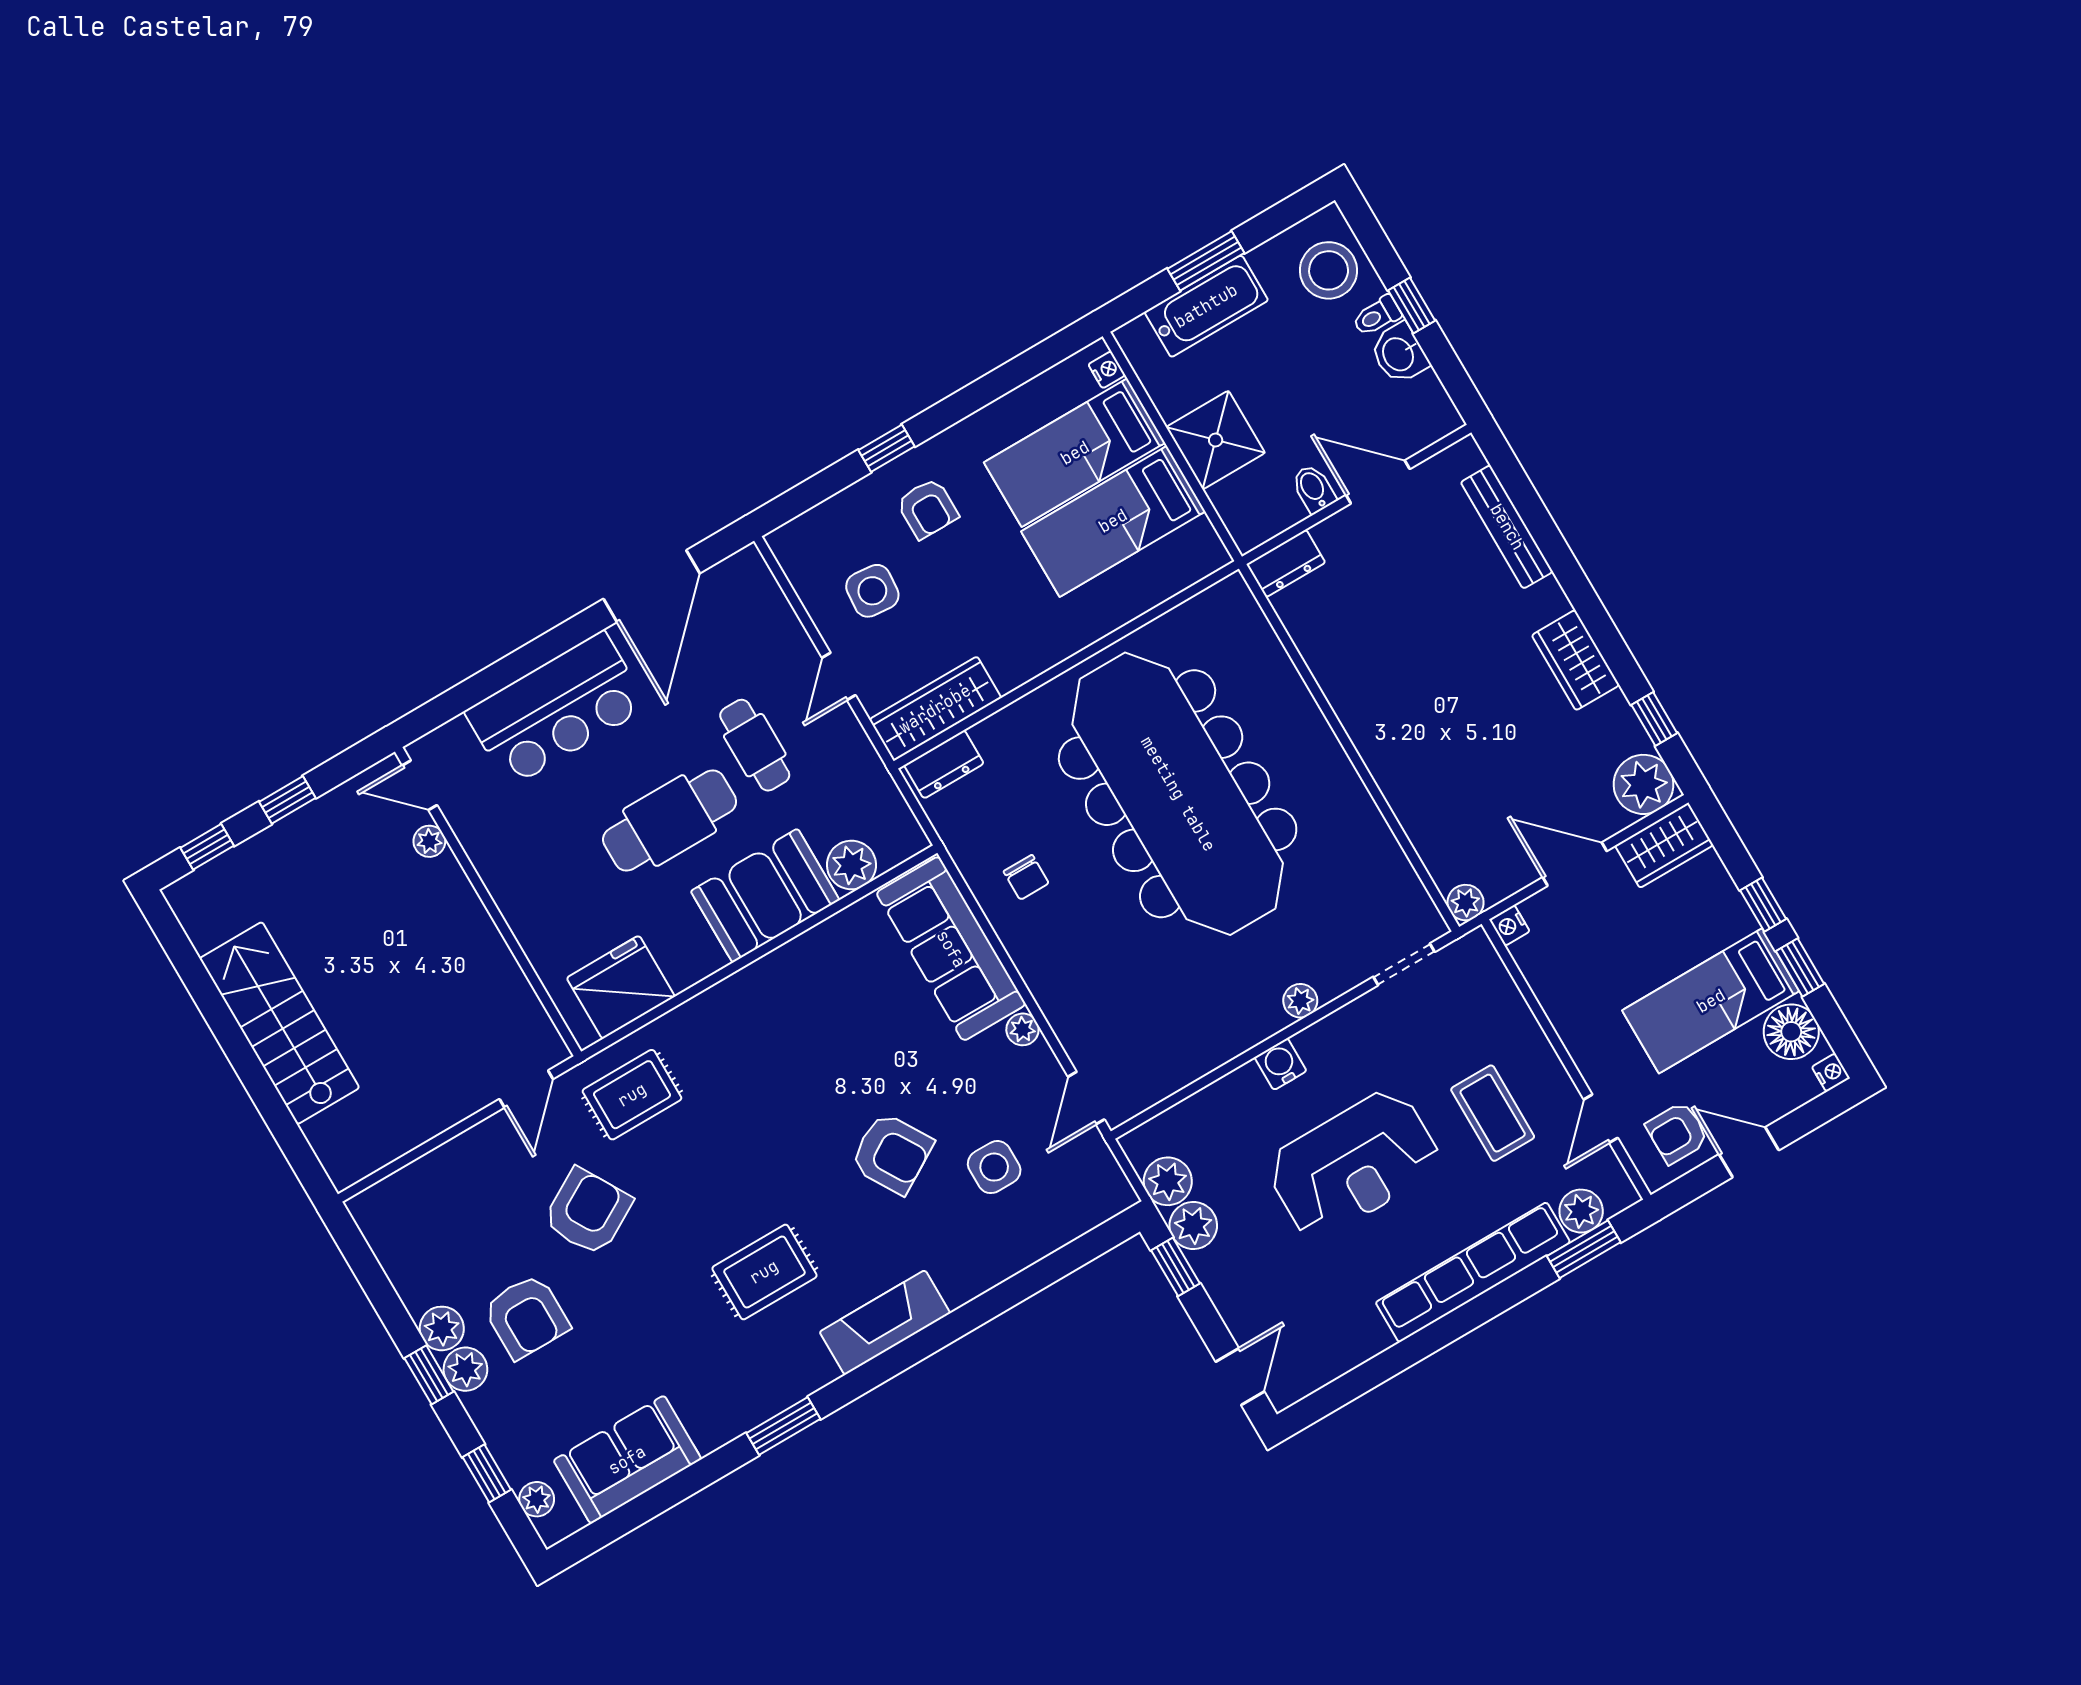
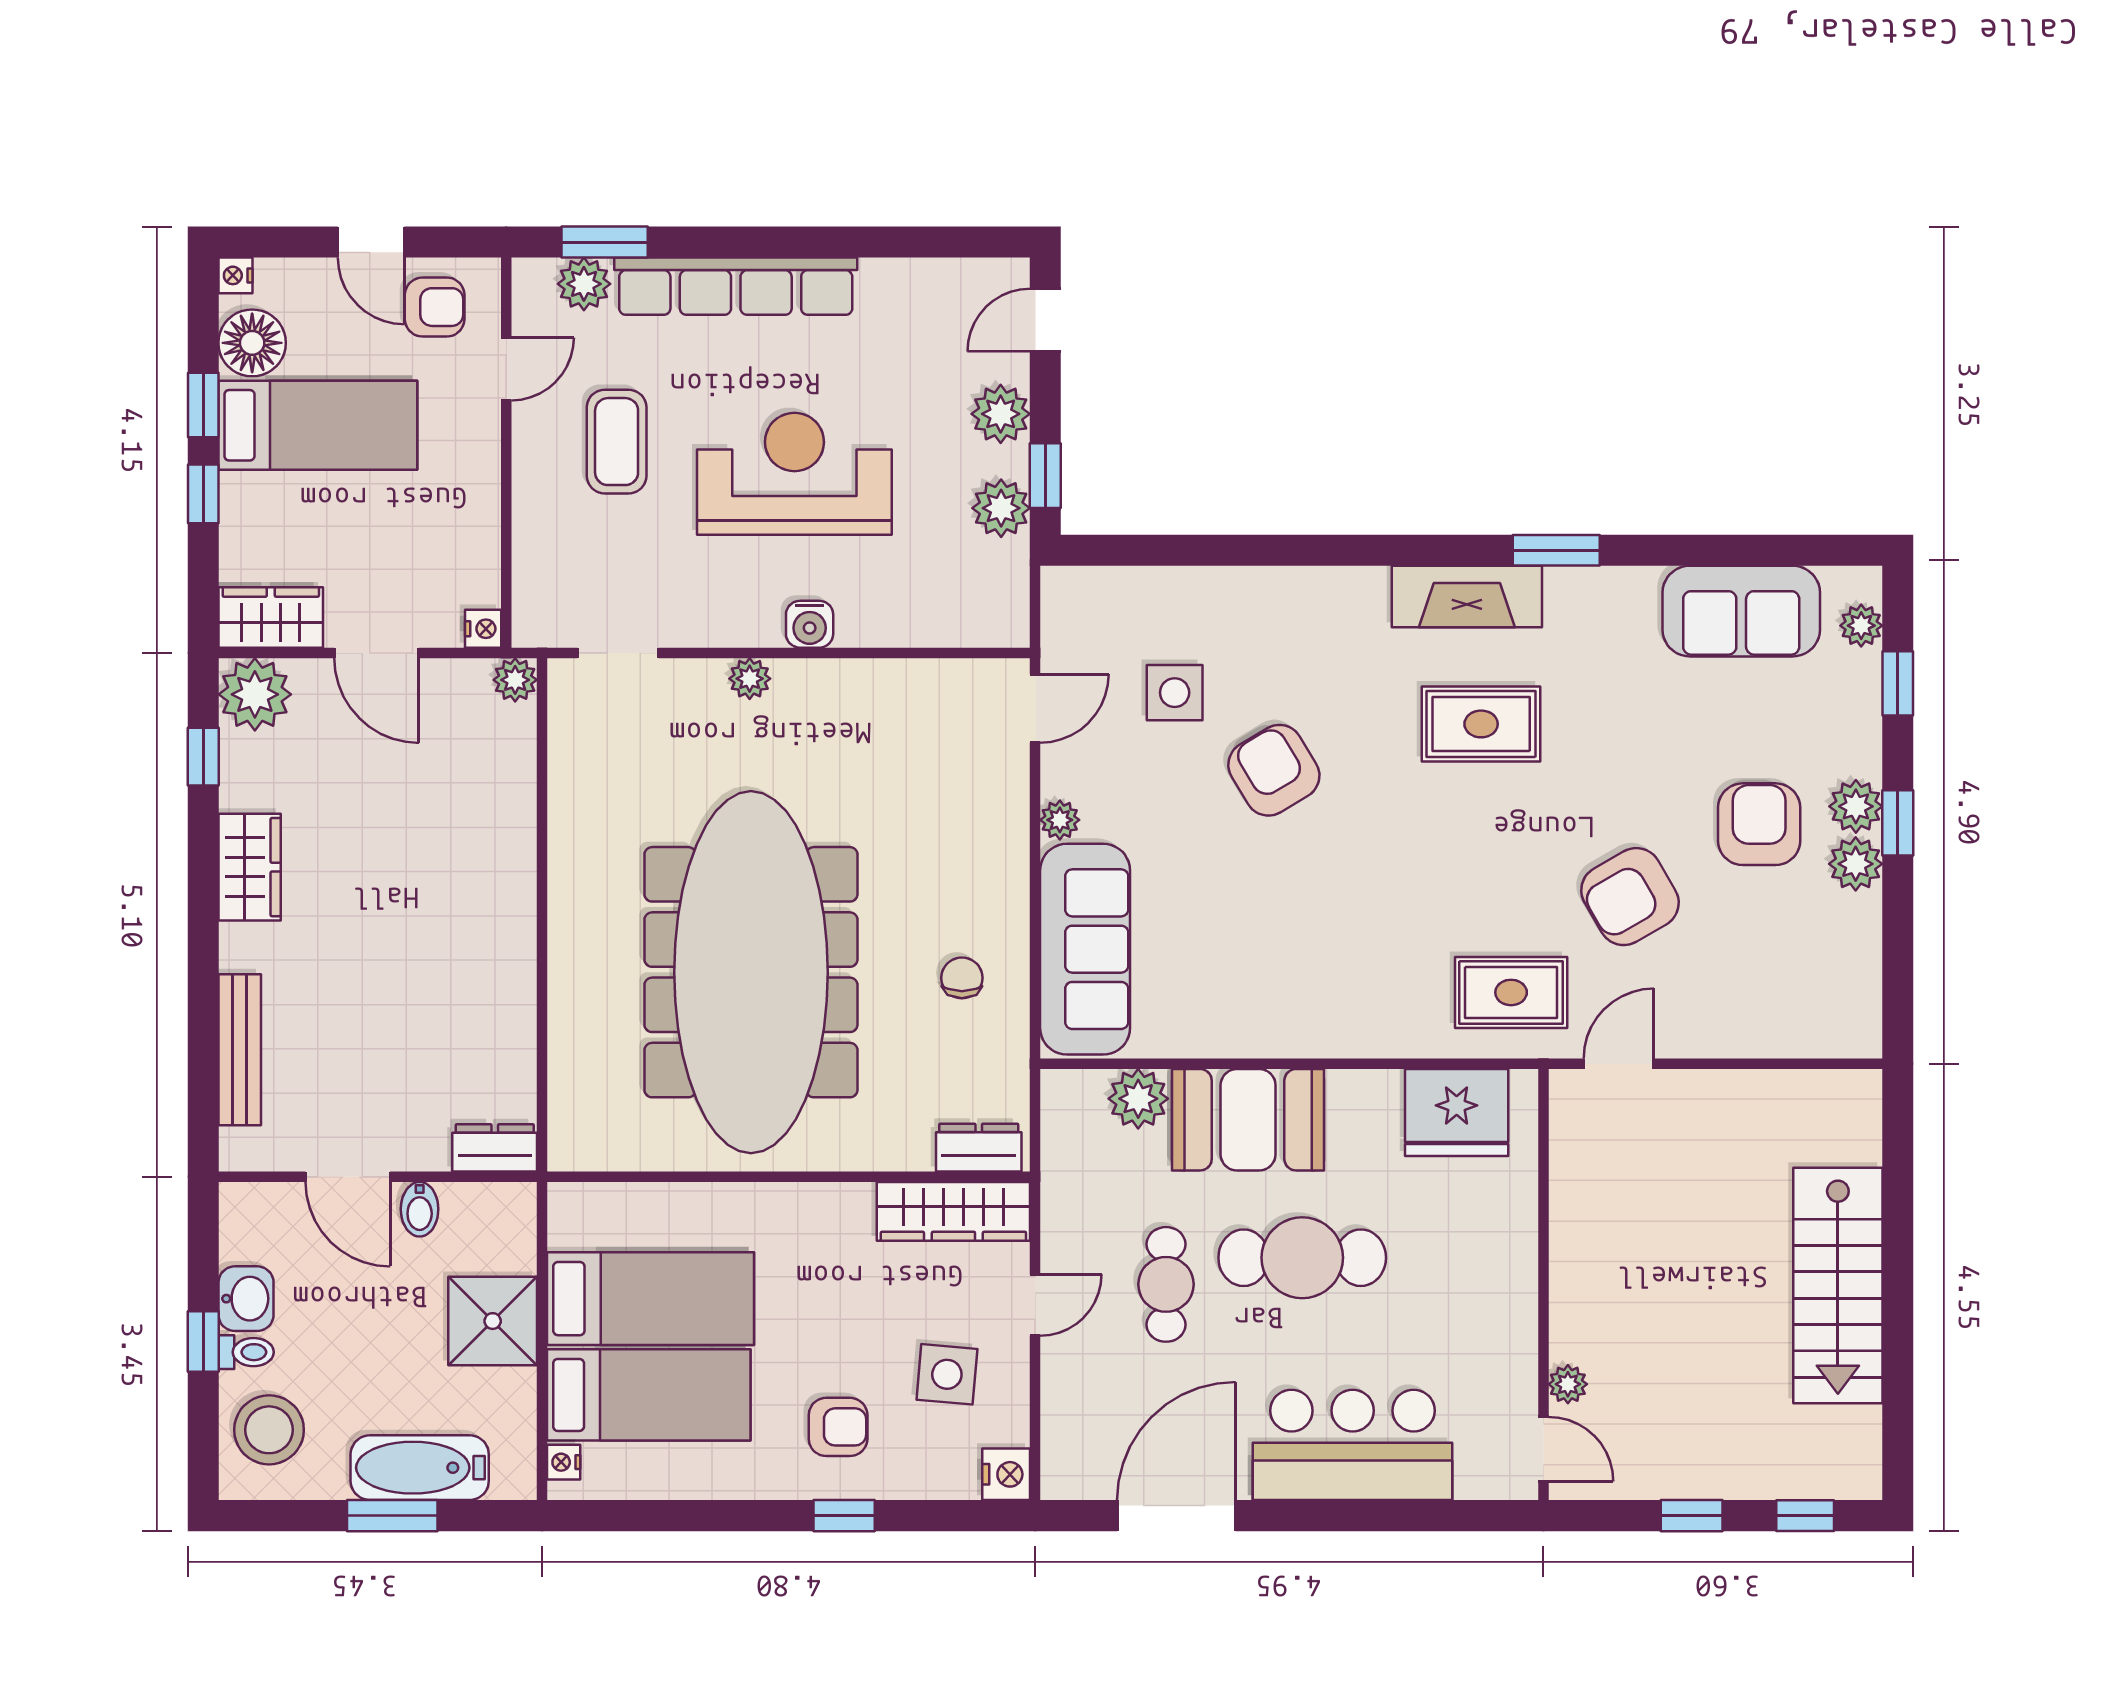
armchair: (927, 508) -> (838, 1427), turned 90
nightstand: (789, 545) -> (1006, 1474), added
plant: (1168, 1181) -> (1001, 414), moved
fireplace: (885, 1323) -> (1467, 596), moved

